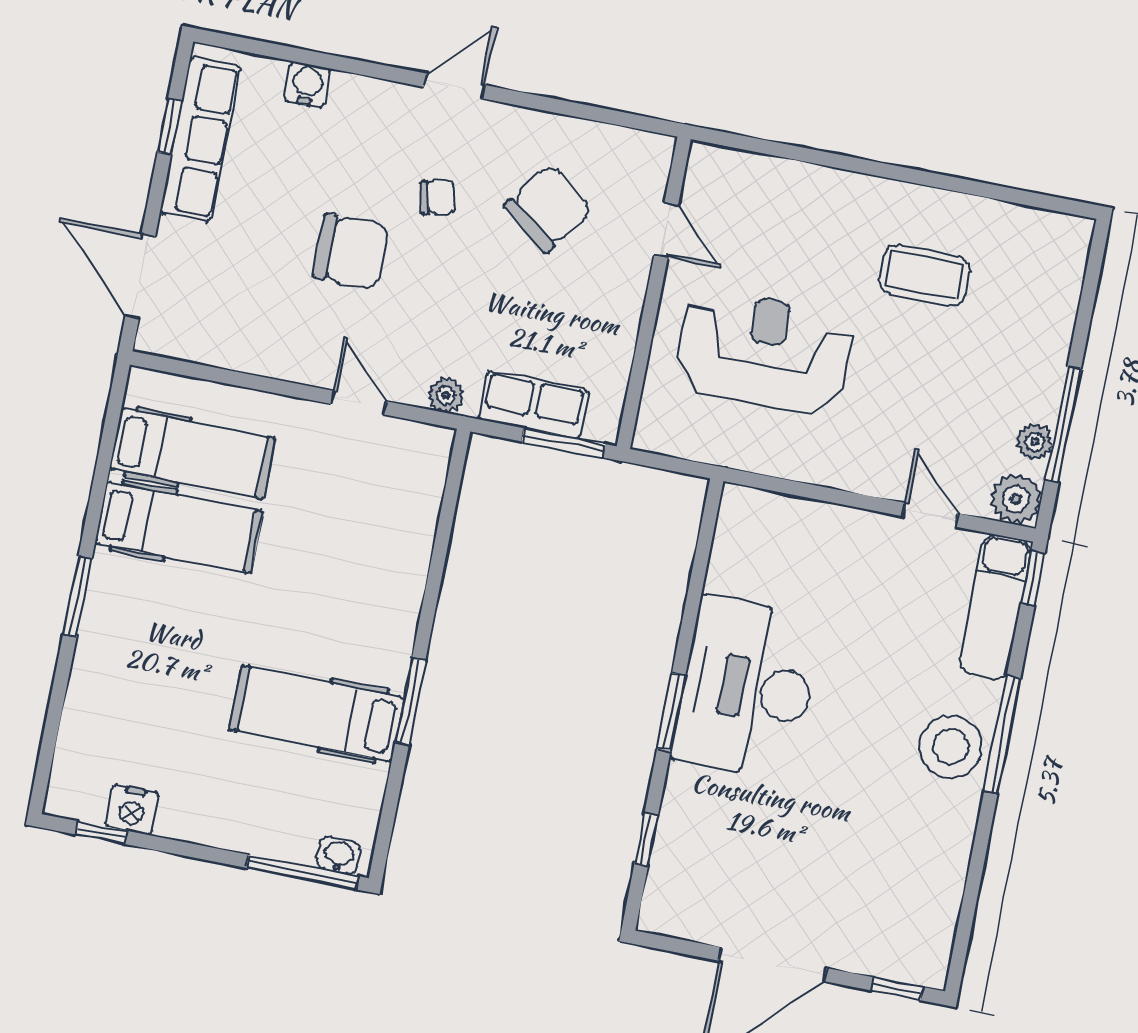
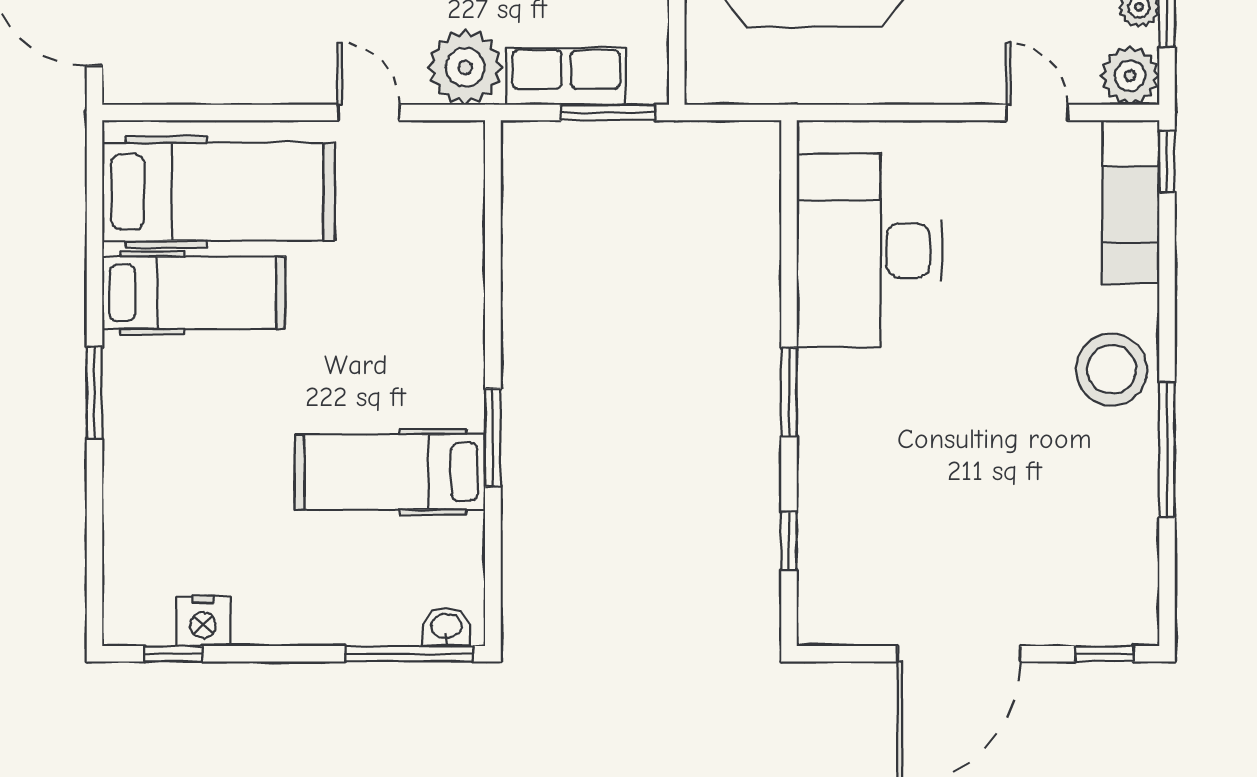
plant: (446, 395) -> (465, 67), width x1.88, depth x1.88
hospital bed: (192, 454) -> (219, 192), width x1.37, depth x1.29
desk: (747, 688) -> (869, 250), moved
window: (1002, 735) -> (1167, 450), moved

